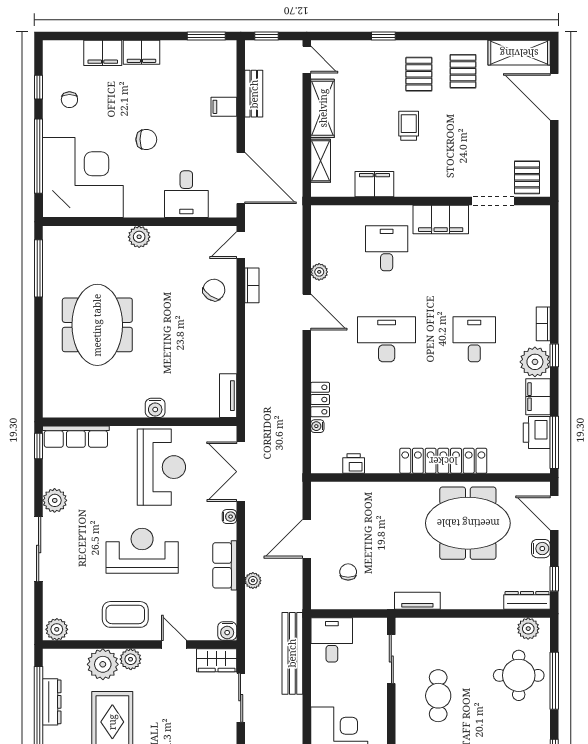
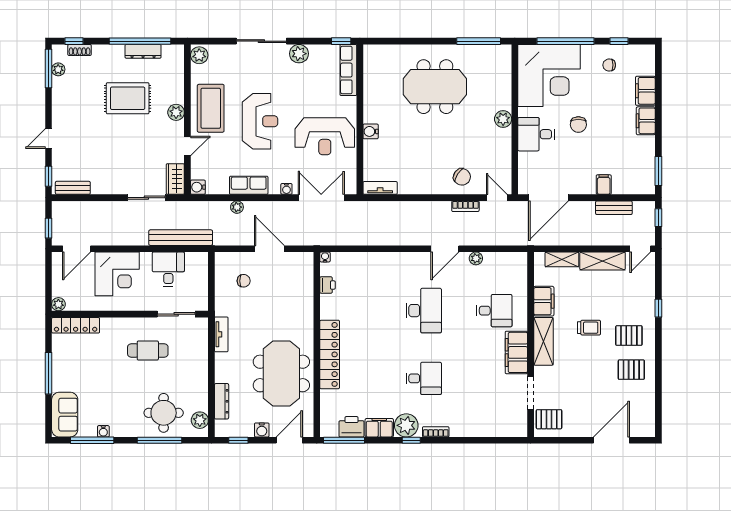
shelving: (519, 53) -> (543, 341), moved
desk: (186, 194) -> (536, 134), moved
locker: (320, 400) -> (377, 259), removed
water cooler: (317, 426) -> (325, 257), moved
dresser: (527, 600) -> (222, 401), moved
coffee table: (125, 614) -> (211, 108), width x1.36, depth x1.32
desk: (332, 640) -> (168, 269), moved, turned -90
plant: (103, 664) -> (172, 91), removed

